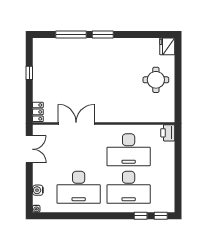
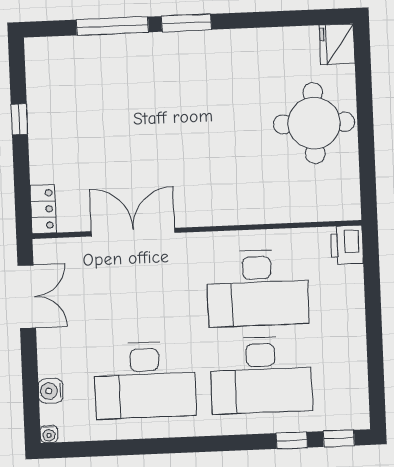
round table: (156, 80) -> (314, 123), width x1.36, depth x1.36

